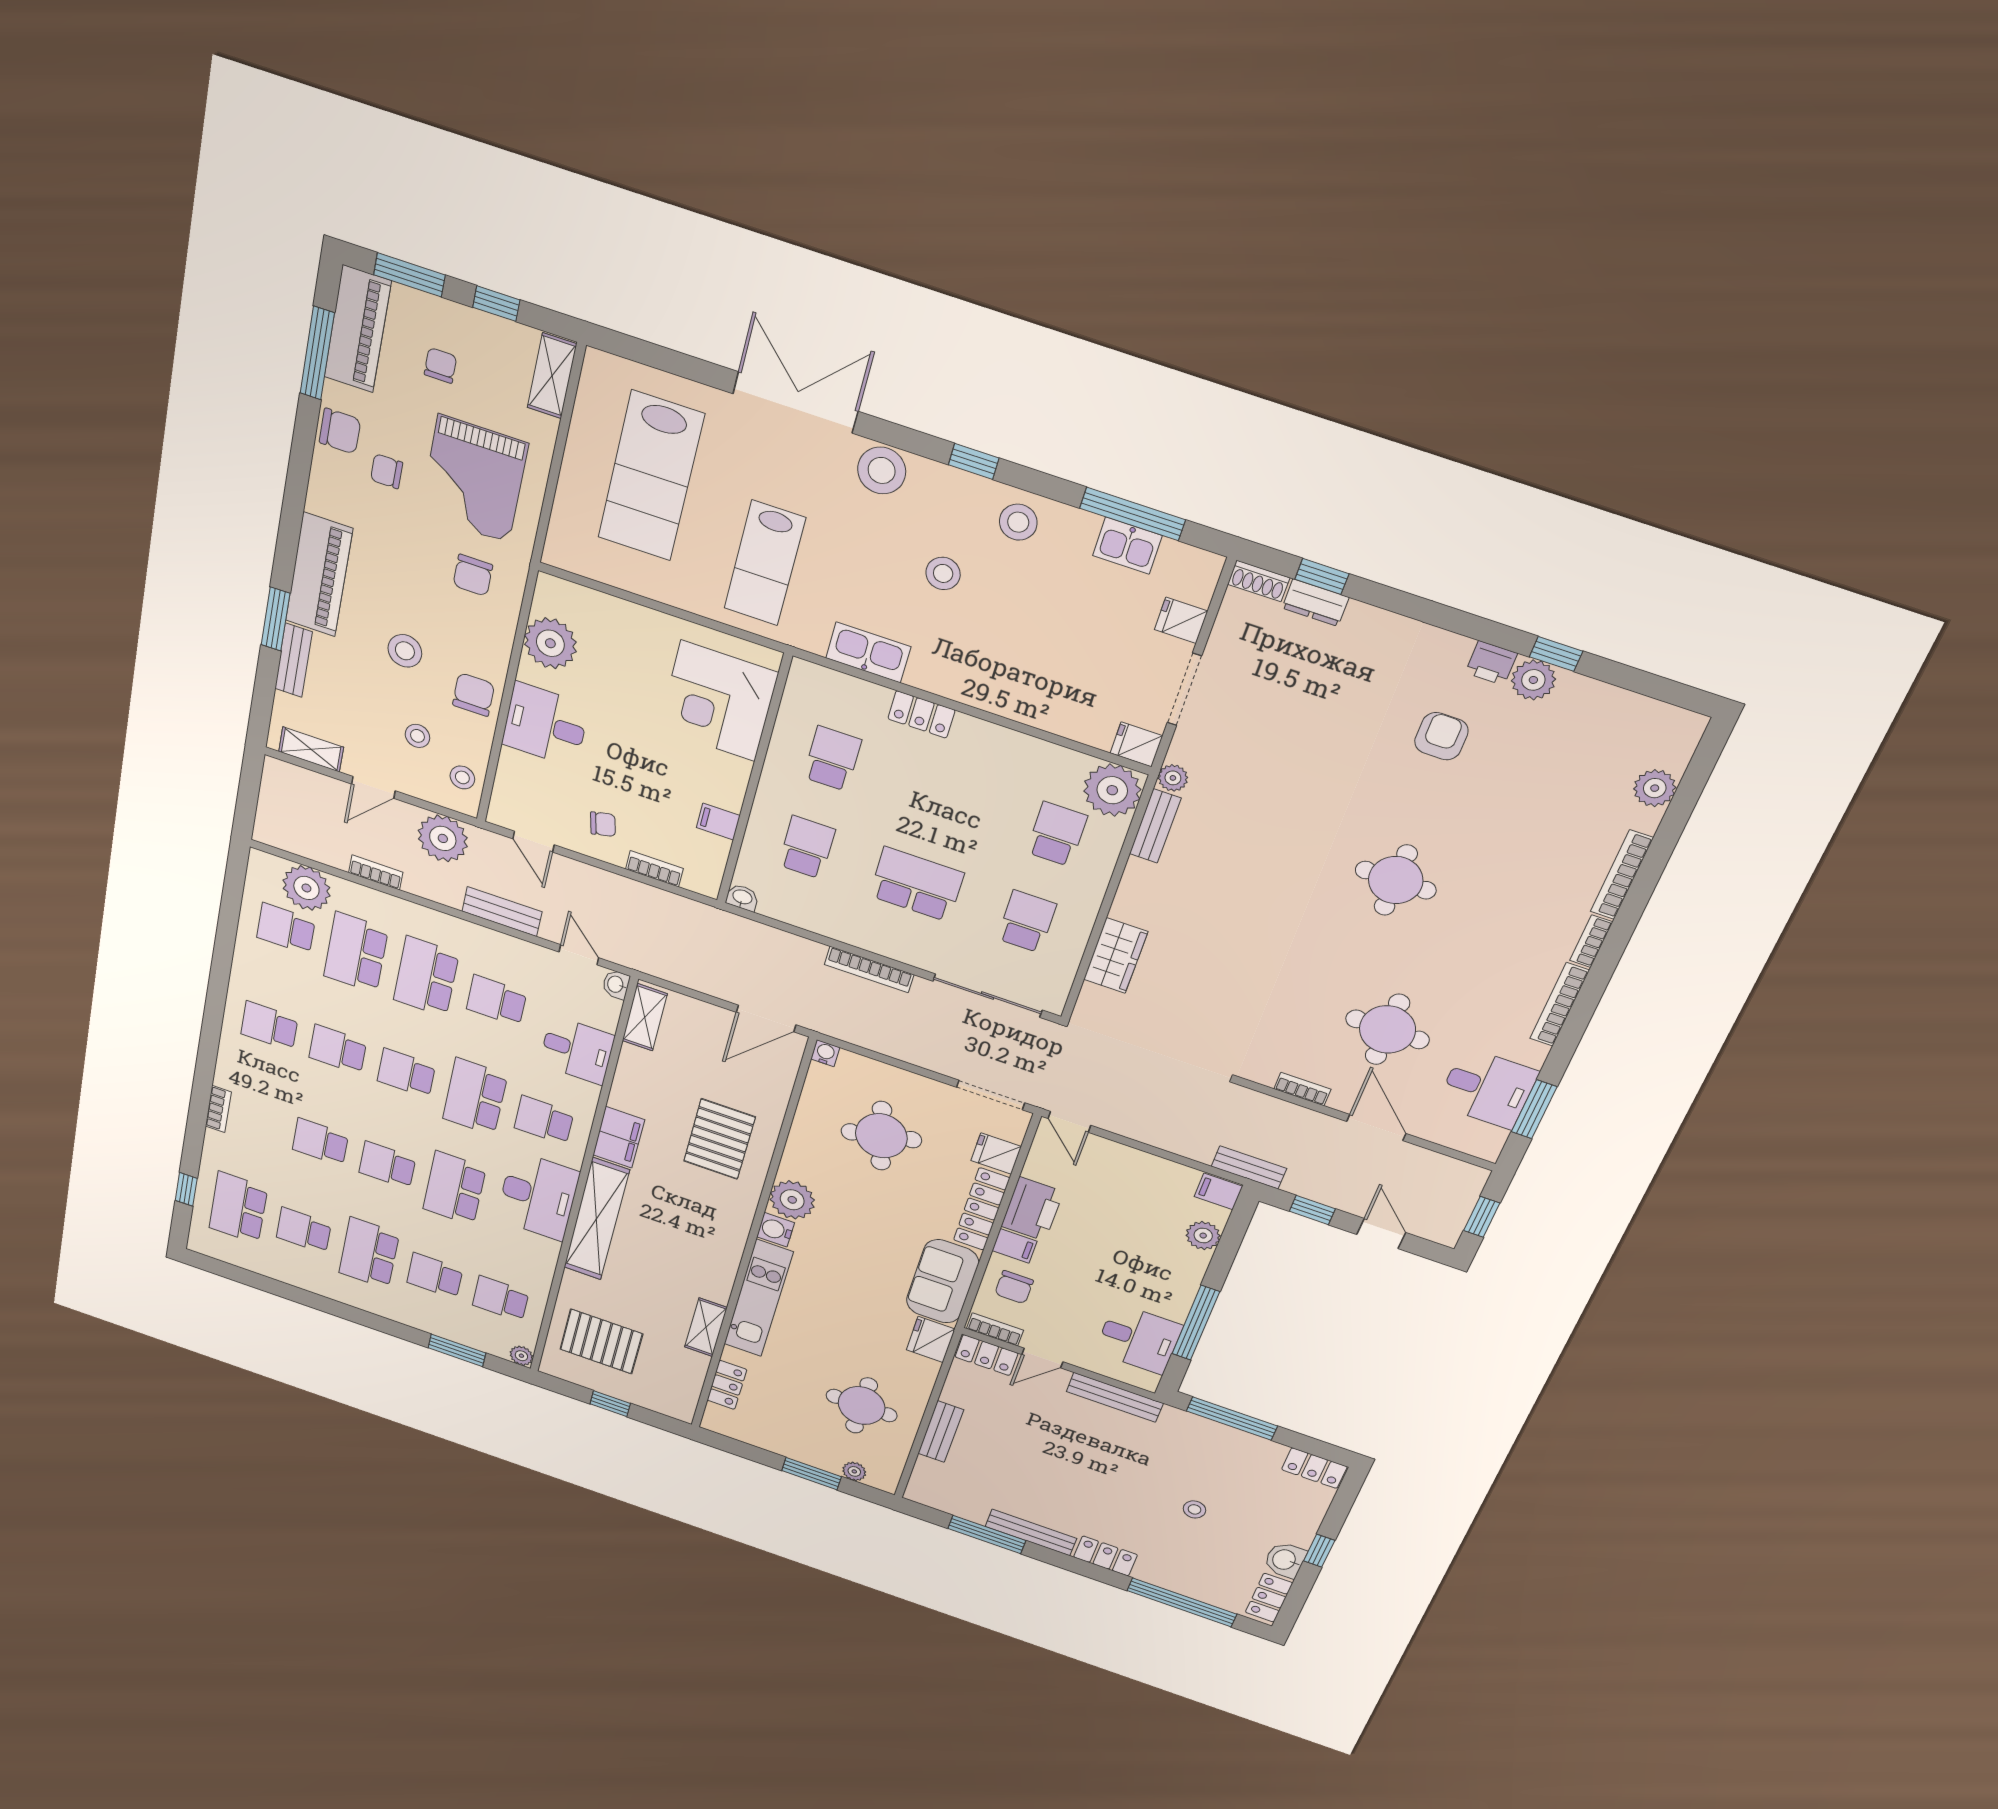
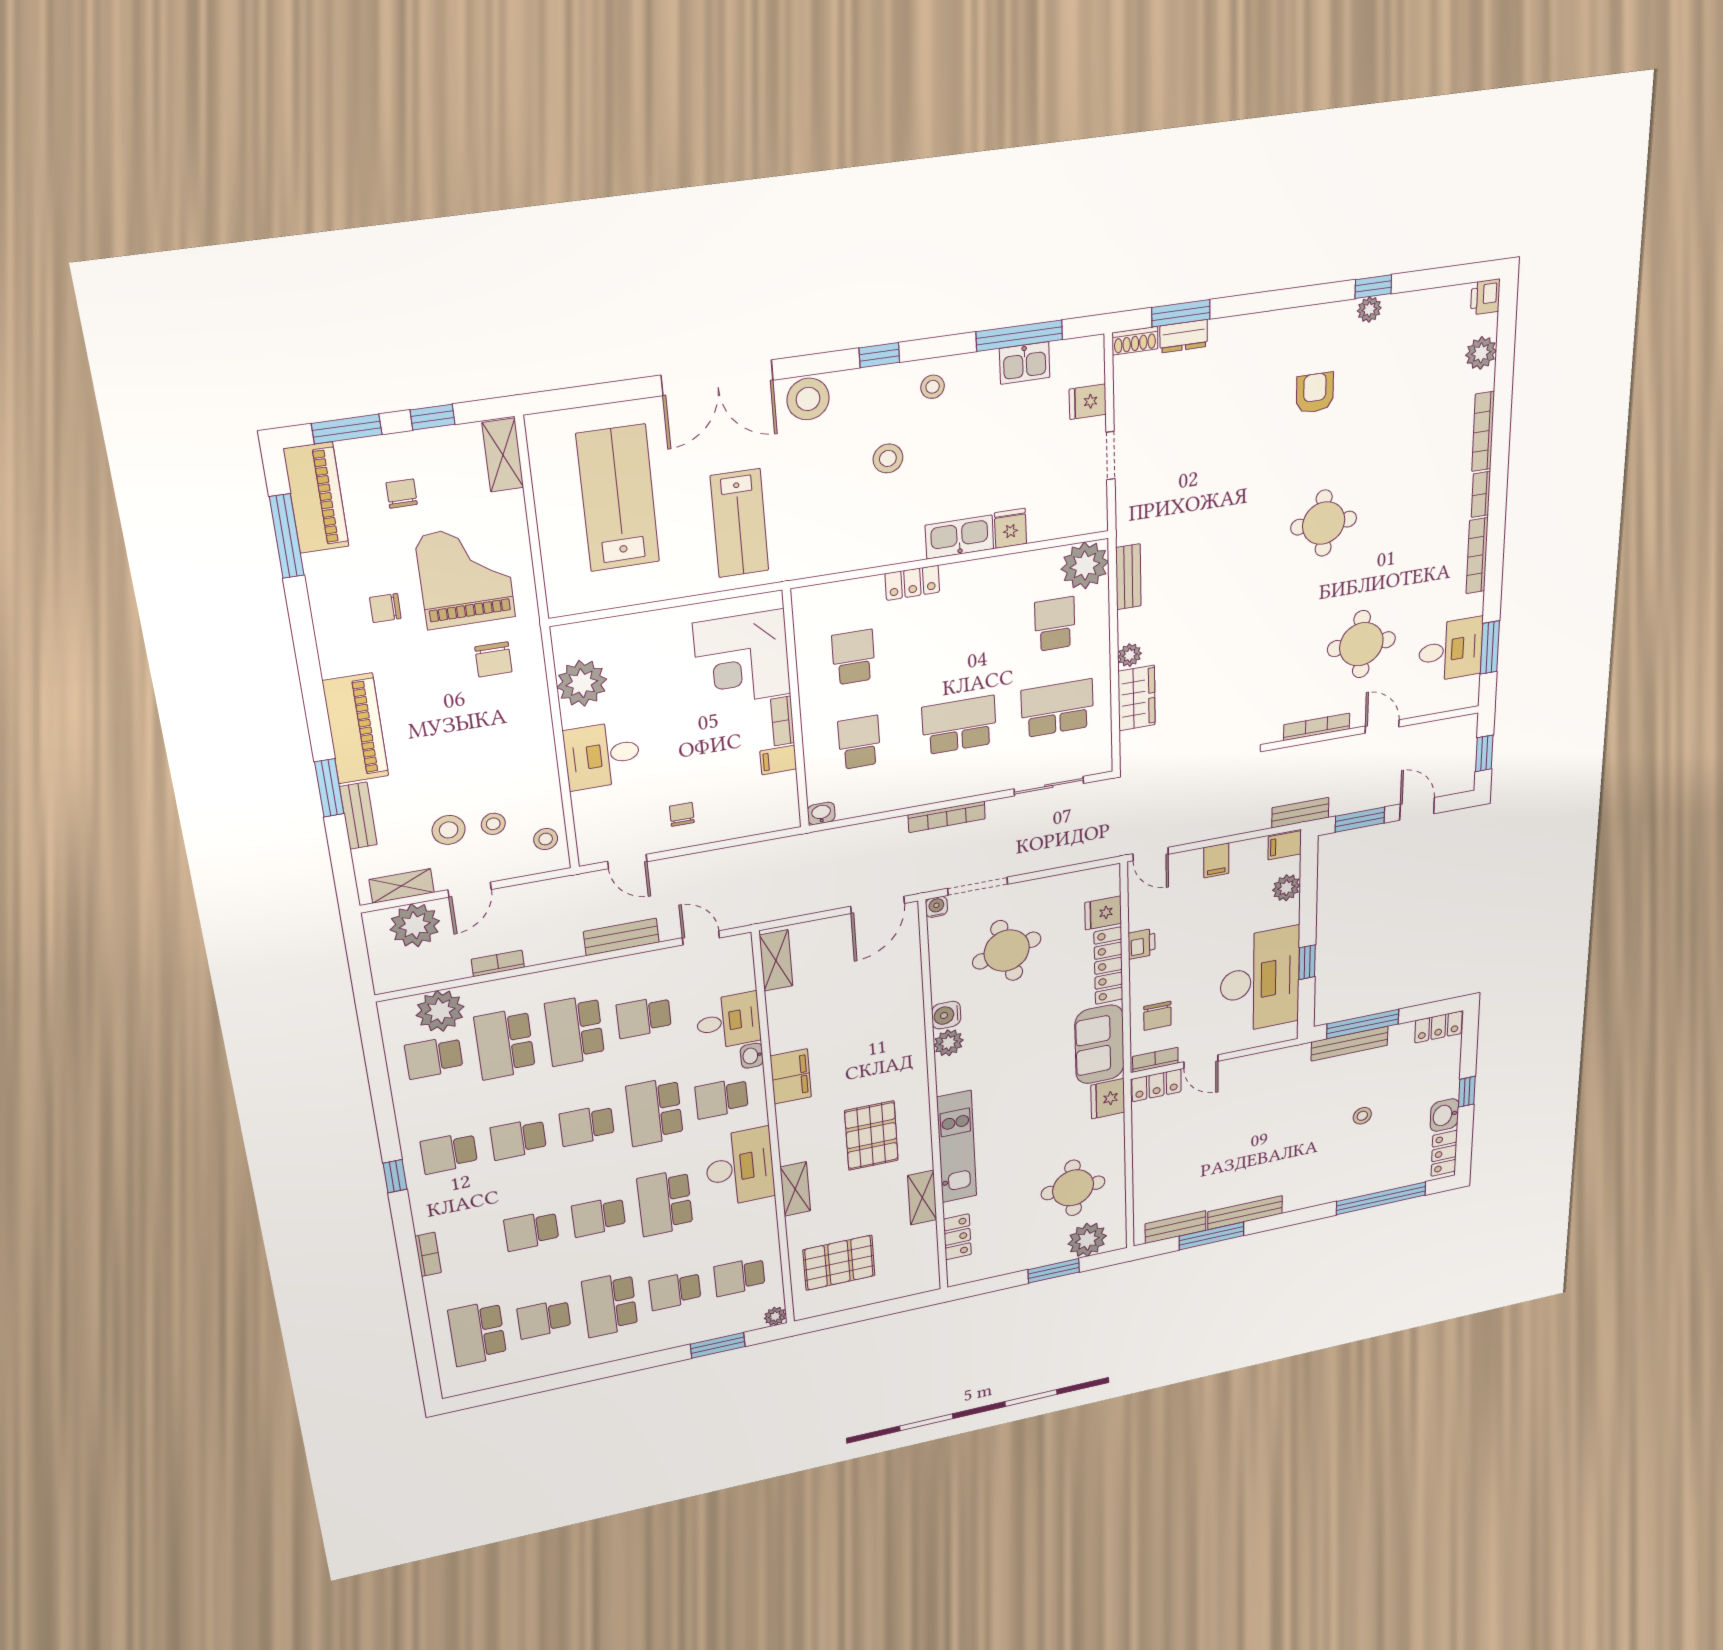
double door: (795, 402) -> (717, 378), swing flipped
chair: (340, 431) -> (331, 594), removed
lab bench: (651, 476) -> (618, 498), turned 180
grand piano: (474, 479) -> (465, 576), turned 180
stool: (1018, 522) -> (933, 387), width x0.73, depth x0.73
window: (1322, 576) -> (1181, 313), width x1.50
stool: (405, 651) -> (449, 830), moved
kitchen sink: (868, 652) -> (959, 537), moved
printer: (1491, 663) -> (1485, 297), moved, turned 90
plant: (1533, 680) -> (1369, 309), width x0.73, depth x0.73
doorway: (1184, 689) -> (1110, 456), width x0.73
chair: (474, 695) -> (530, 762), removed
fridge: (1136, 744) -> (1010, 528), moved, turned 90
plant: (1173, 778) -> (1130, 655), moved
chair: (603, 824) -> (682, 814), turned -77
plant: (443, 838) -> (415, 925), moved
bookcase: (654, 869) -> (783, 721), moved, turned -90
school desk: (1027, 922) -> (1057, 708), width x1.85
washbasin: (616, 984) -> (752, 1056), moved
sliding door: (987, 996) -> (1049, 786), width x0.73
bookcase: (1302, 1089) -> (1317, 727), width x1.56
doorway: (991, 1095) -> (977, 886), moved
door: (1376, 1127) -> (1382, 727), width x0.73
pallet: (719, 1139) -> (871, 1136), moved
window: (186, 1189) -> (395, 1176), moved
plant: (792, 1200) -> (948, 1043), width x0.73, depth x0.73
printer: (1032, 1209) -> (1142, 944), width x0.53, depth x0.68
window: (1312, 1210) -> (1360, 820), width x1.50
shelving: (597, 1219) -> (795, 1189), width x0.45, depth x0.75
water cooler: (776, 1230) -> (946, 1015), moved
filing cabinet: (1015, 1246) -> (1216, 860), moved, turned 90
window: (1196, 1323) -> (1307, 962), width x0.46
desk: (1139, 1339) -> (1260, 981), width x1.87, depth x1.30
door: (1042, 1358) -> (1201, 1062), hinge flipped
bench: (1115, 1397) -> (1350, 1044), moved
window: (610, 1404) -> (866, 1313), removed
bench: (941, 1432) -> (1176, 1227), moved, turned 90
plant: (854, 1471) -> (1087, 1240), width x1.87, depth x1.87
locker: (1105, 1556) -> (1309, 1196), removed

